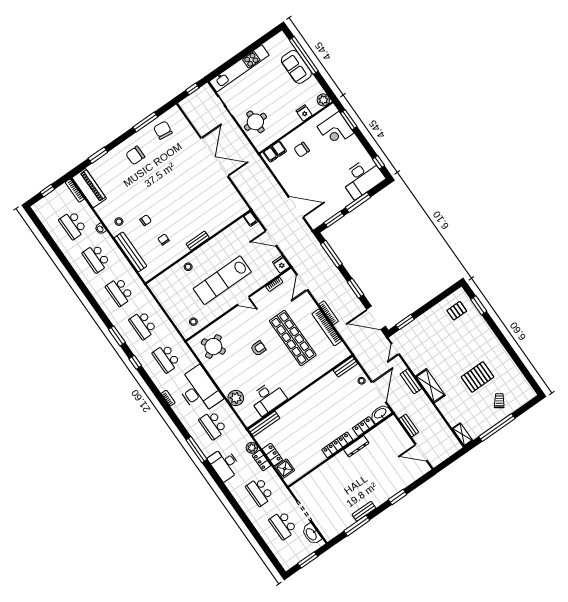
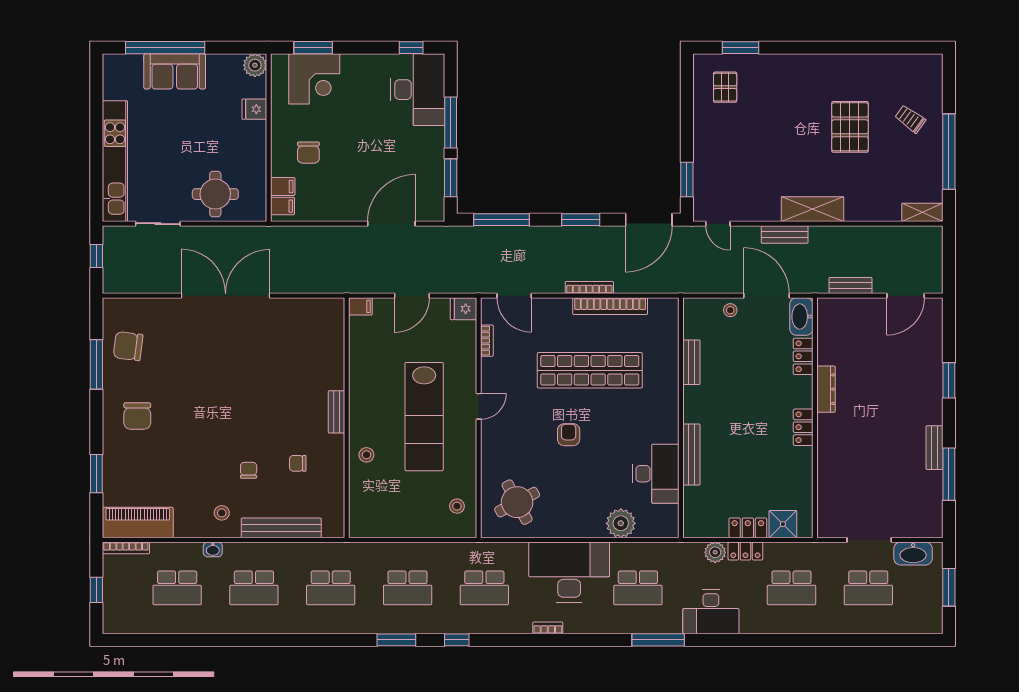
bench: (345, 367) -> (691, 362), moved
bench: (264, 424) -> (691, 455), moved
locker: (337, 445) -> (803, 427), width x0.66

